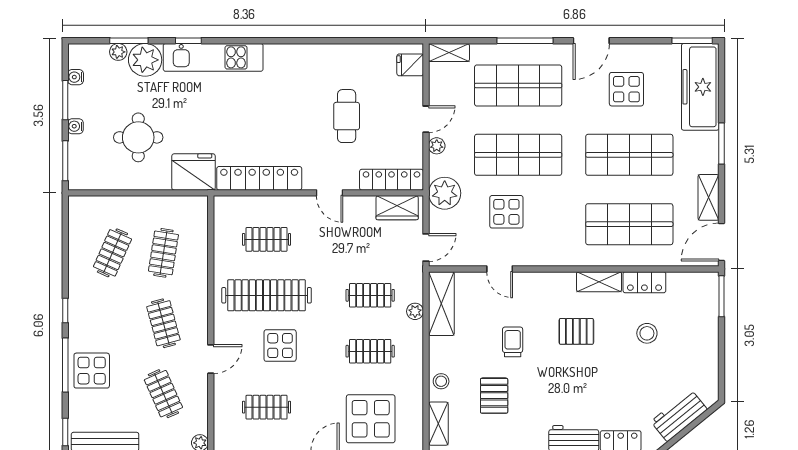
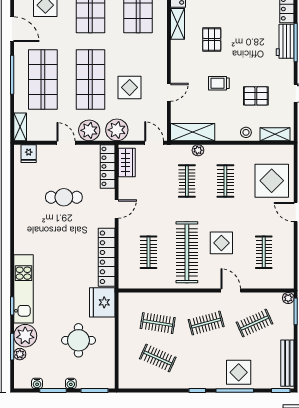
plant: (437, 146) -> (89, 130), width x1.88, depth x1.88

